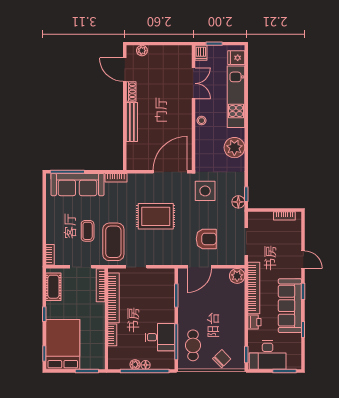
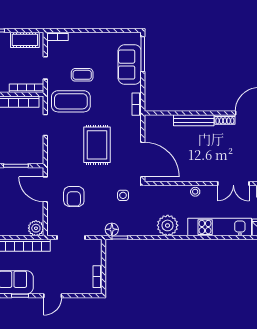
sofa: (77, 185) -> (130, 65), width x0.73
side table: (205, 191) -> (123, 195), width x0.54, depth x0.54

